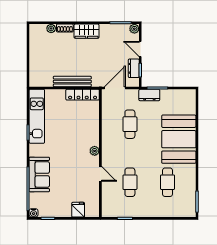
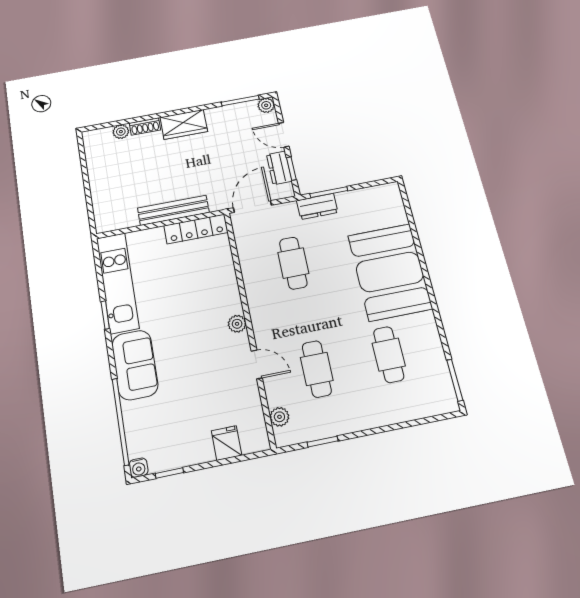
sofa: (39, 174) -> (135, 365), moved
plant: (106, 202) -> (279, 417), added

